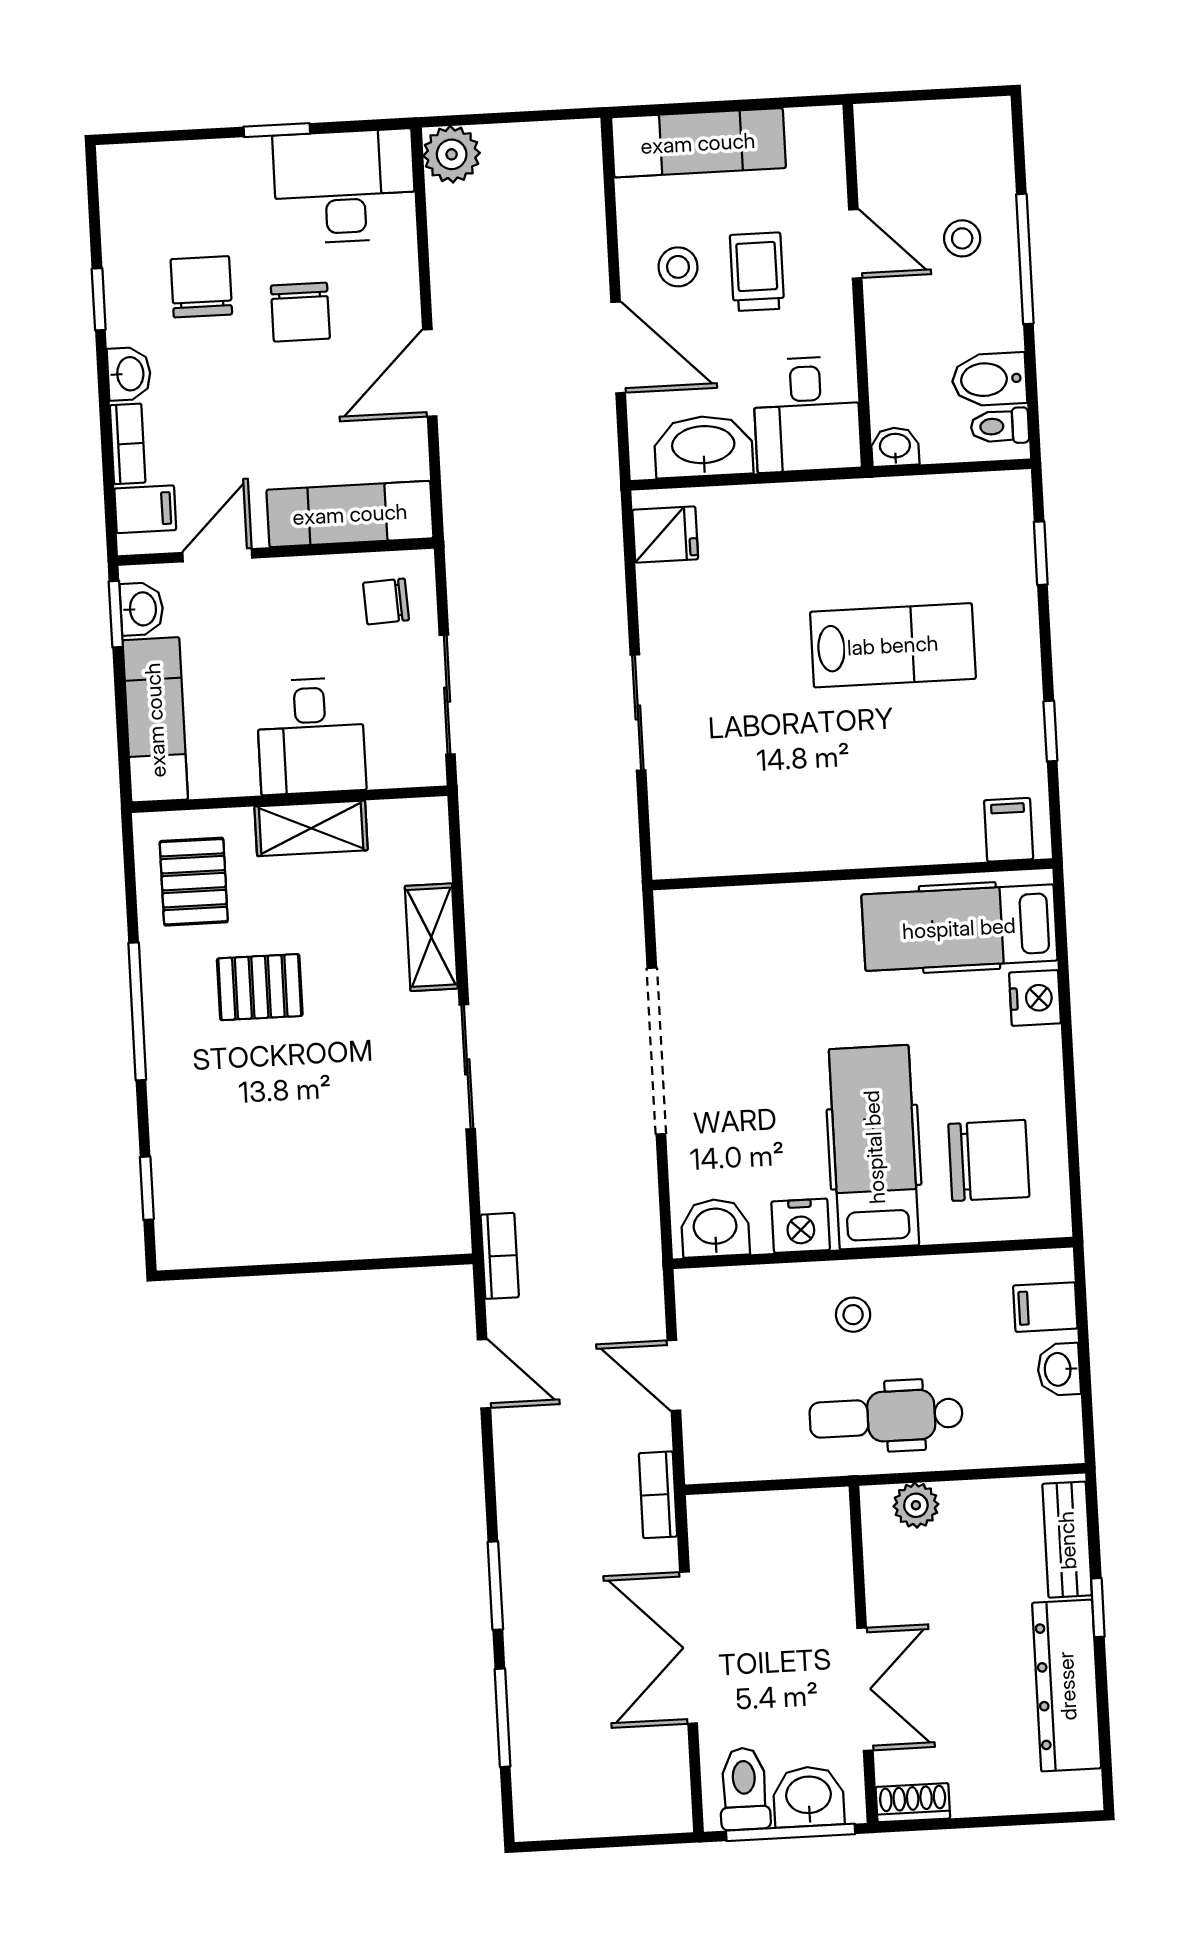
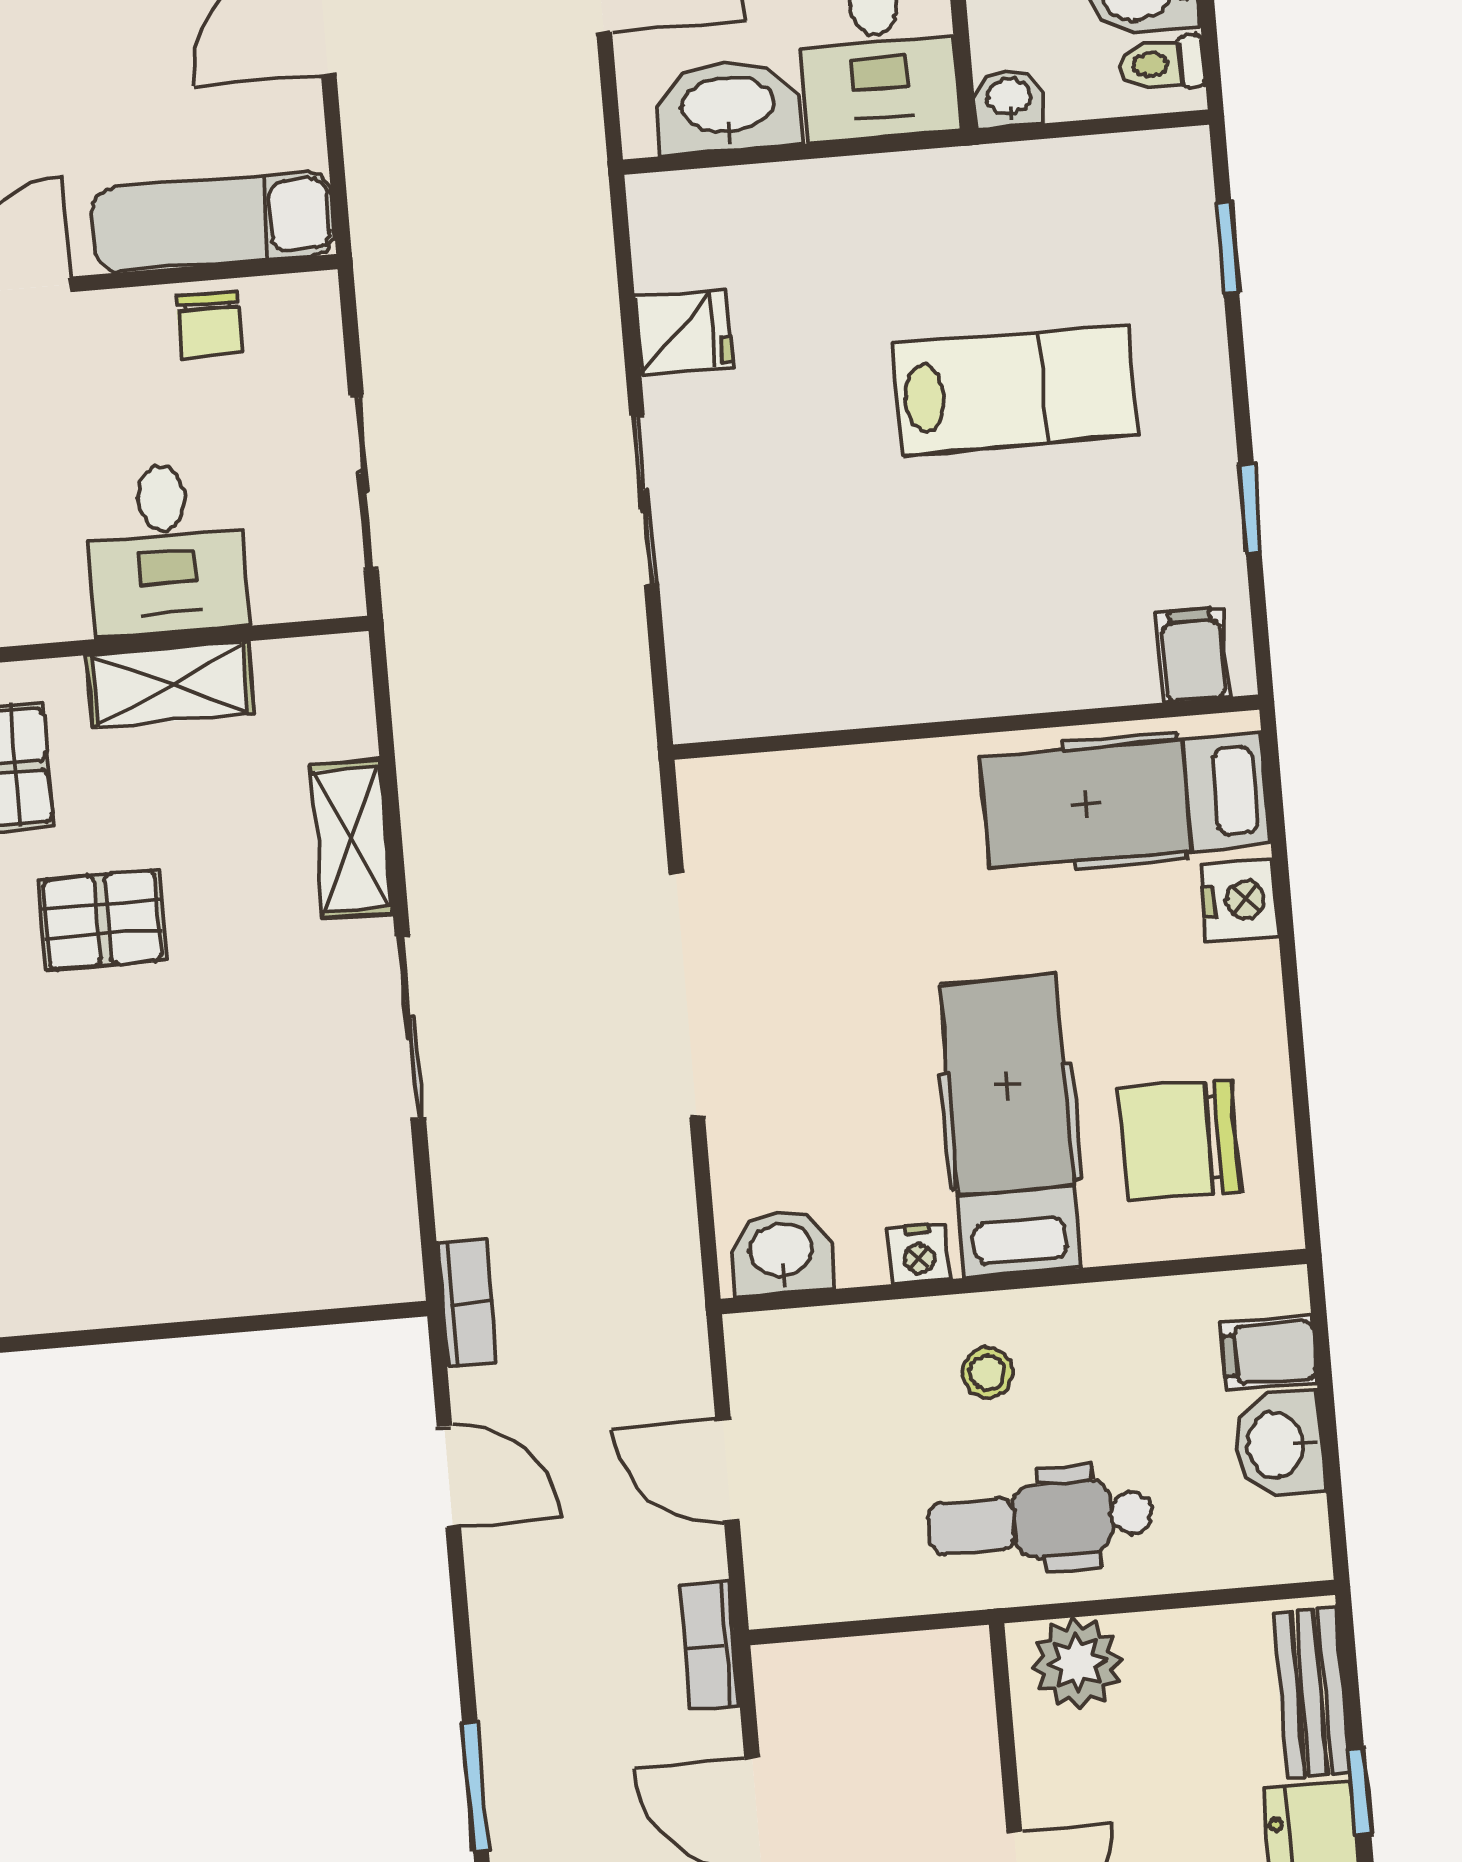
fridge: (665, 535) -> (684, 332), moved
chair: (386, 601) -> (209, 324), moved, turned -87
chair: (989, 1160) -> (1179, 1140), turned 180
nightstand: (801, 1226) -> (919, 1254), width x0.72, depth x0.74
washbasin: (1059, 1369) -> (1278, 1445), width x1.38, depth x1.45
plant: (916, 1505) -> (1077, 1663), width x1.38, depth x1.38

